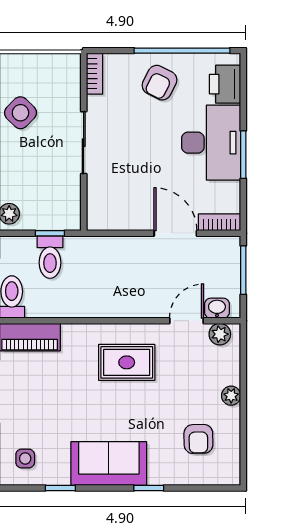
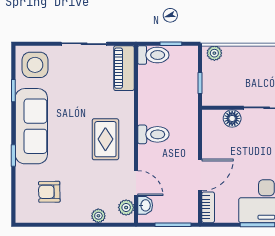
floor lamp: (98, 189) -> (232, 118), added
toilet: (50, 257) -> (153, 134), moved, turned 180
plant: (231, 396) -> (98, 216), moved
side table: (25, 458) -> (35, 65), width x1.87, depth x1.87
sofa: (109, 464) -> (31, 126), width x1.36

